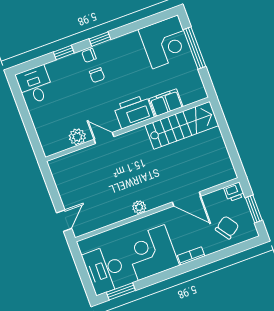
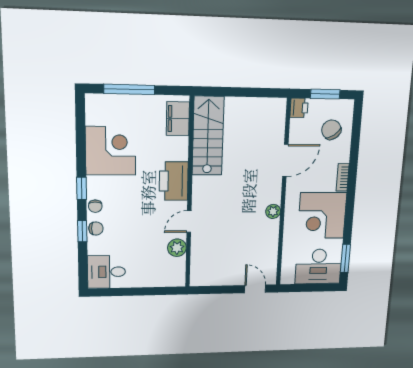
corner desk: (165, 42) -> (111, 151), moved
chair: (97, 75) -> (96, 228), moved
filing cabinet: (166, 103) -> (178, 119), moved

